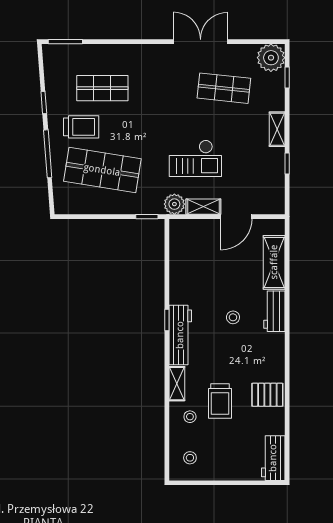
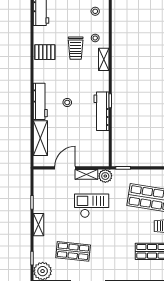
workbench: (274, 311) -> (40, 101), width x1.38
workbench: (180, 335) -> (102, 111), moved
trolley: (220, 401) -> (76, 48), turned 180

